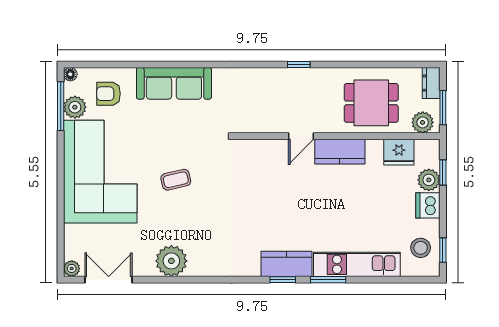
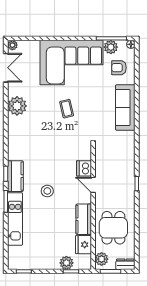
armchair: (109, 94) -> (119, 68), turned -90
kitchen counter: (340, 152) -> (84, 219), moved
dishwasher: (428, 205) -> (84, 168), moved, turned -90
stool: (421, 248) -> (47, 191), moved

